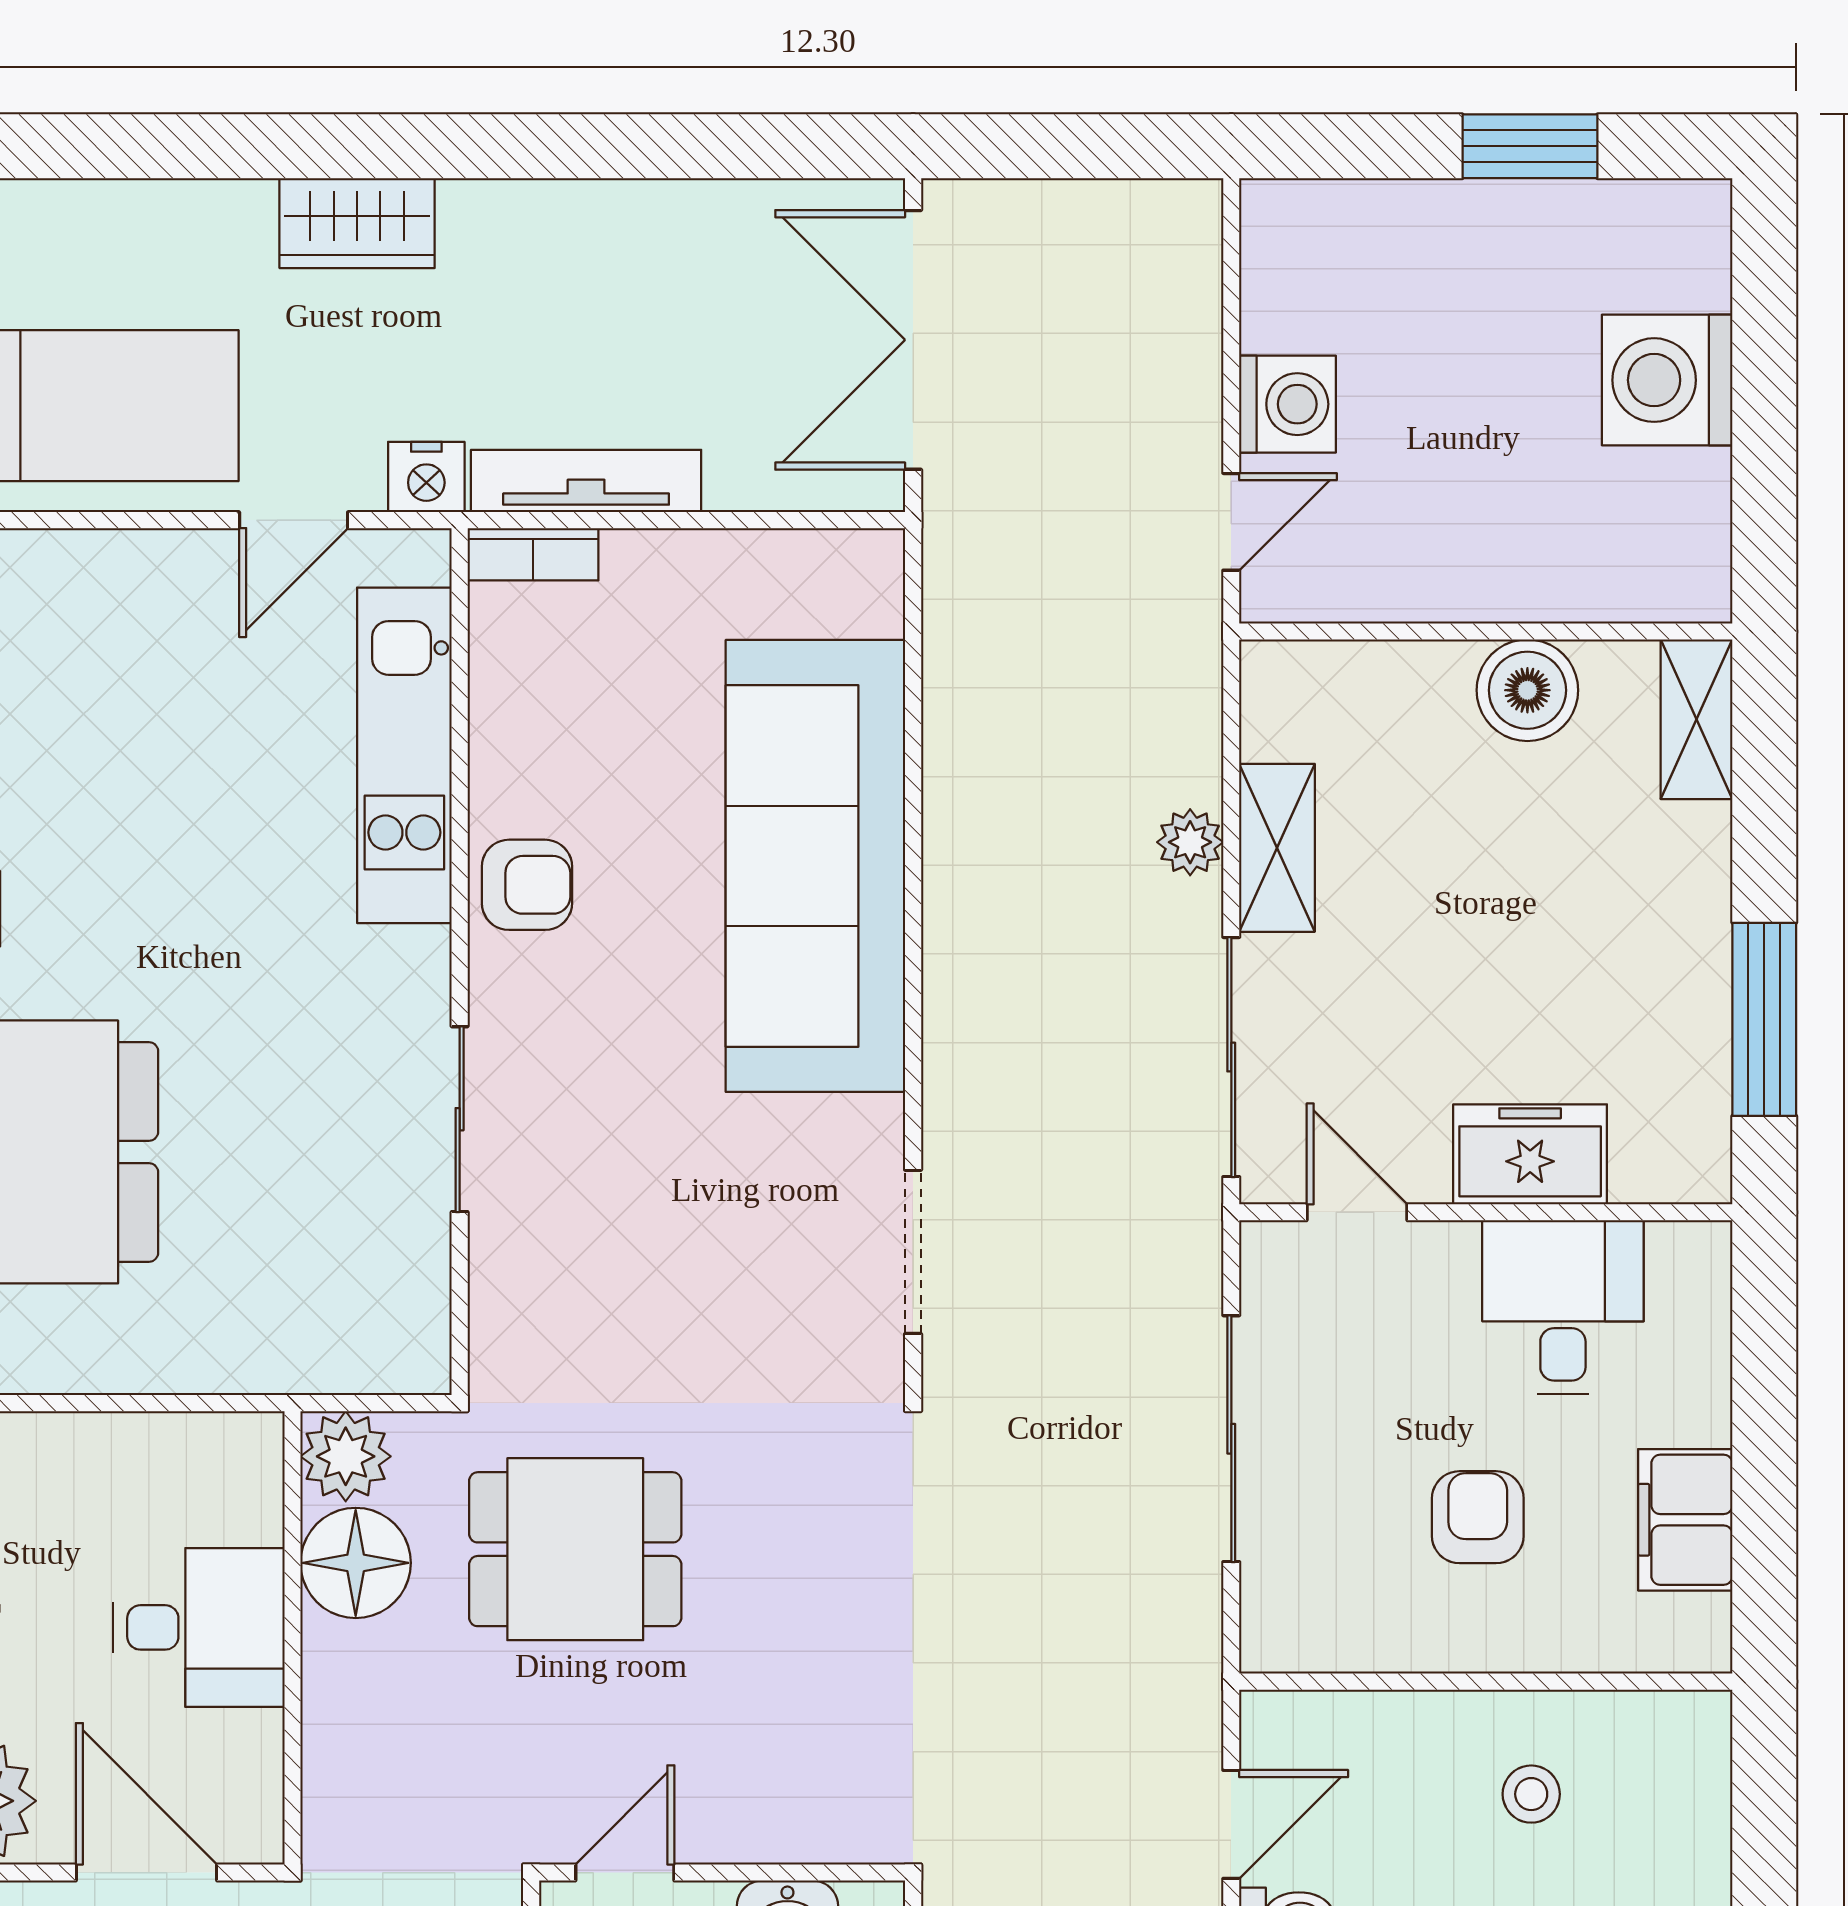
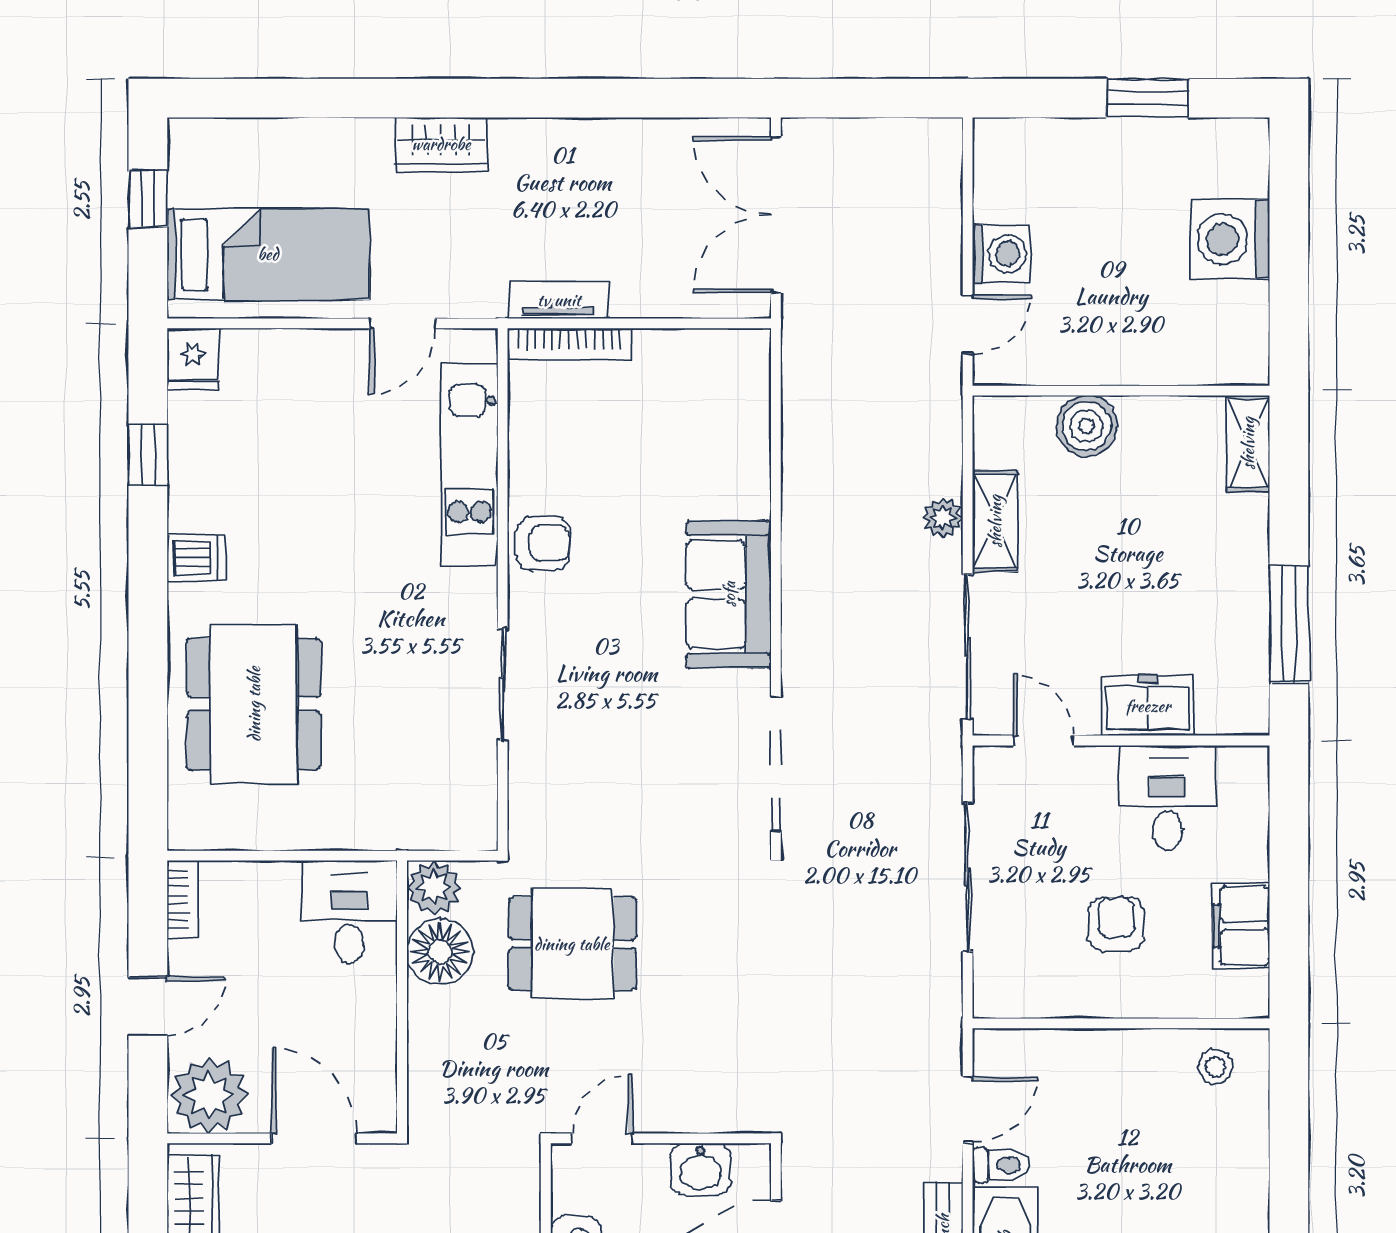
nightstand: (426, 477) -> (483, 297), removed
tv unit: (586, 481) -> (559, 300), width x0.71
bookcase: (533, 554) -> (569, 344), width x1.56
boiler: (1527, 690) -> (1087, 426), moved
sofa: (815, 866) -> (729, 594), width x0.54, depth x0.79
doorway: (913, 1252) -> (776, 764), width x1.36
desk: (199, 1627) -> (349, 912), moved, turned -90
stool: (1531, 1794) -> (1215, 1067), moved

